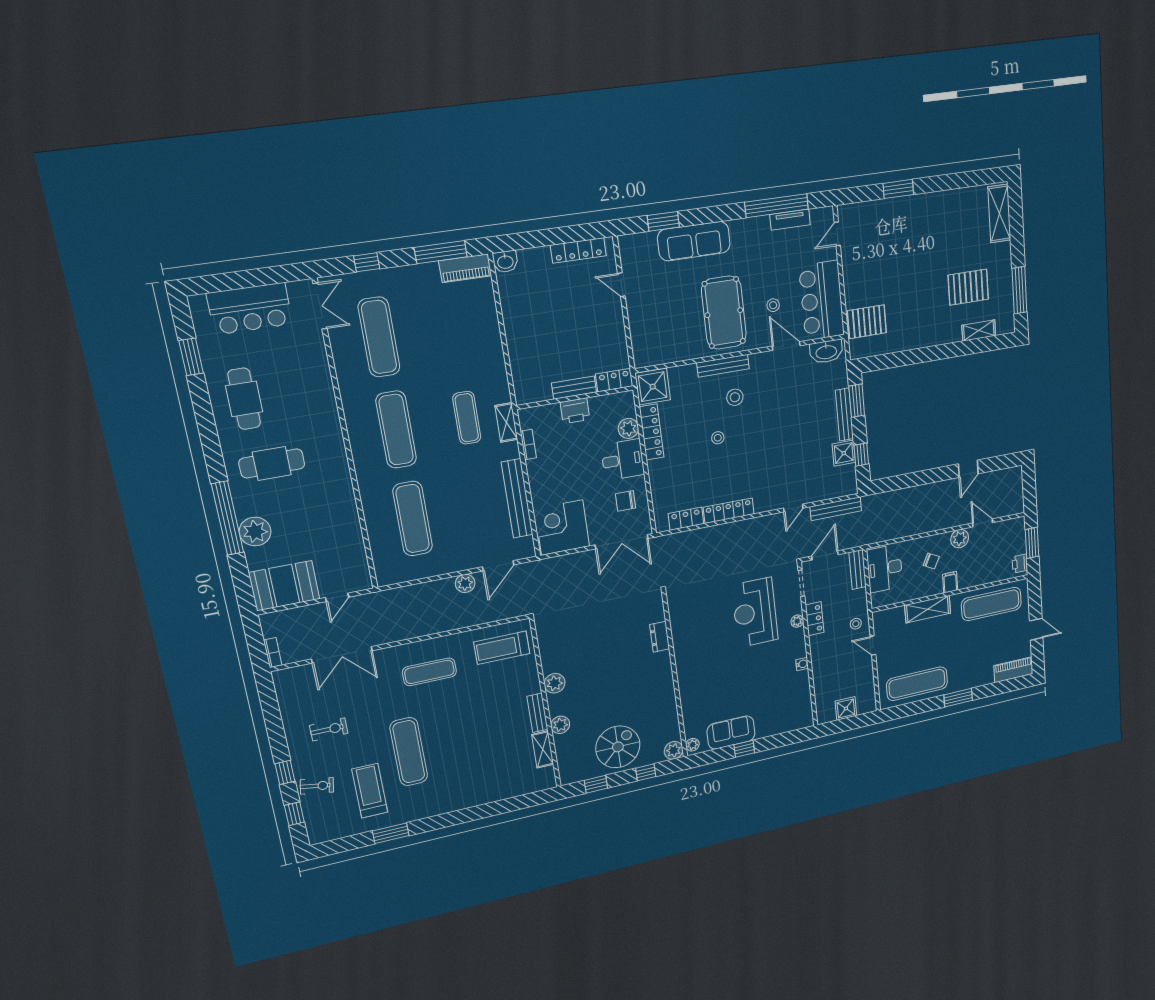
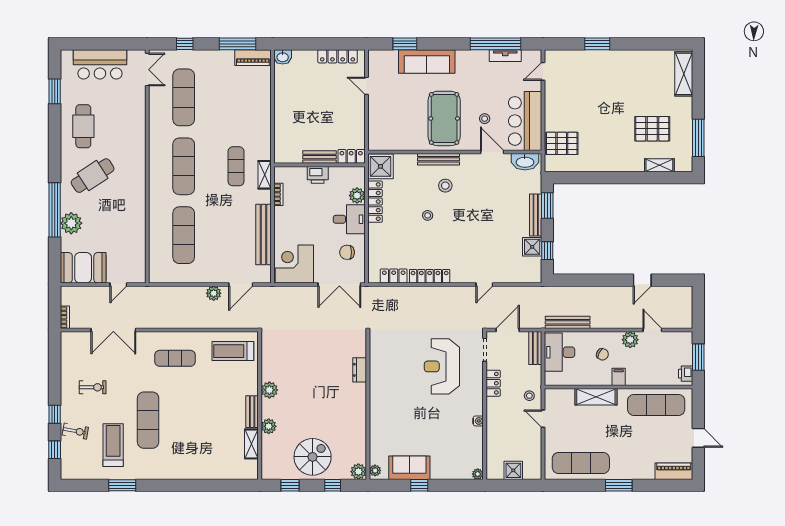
cafe table: (272, 463) -> (93, 176), turned -33
bench: (836, 509) -> (568, 322), moved
plant: (797, 621) -> (478, 474), moved

